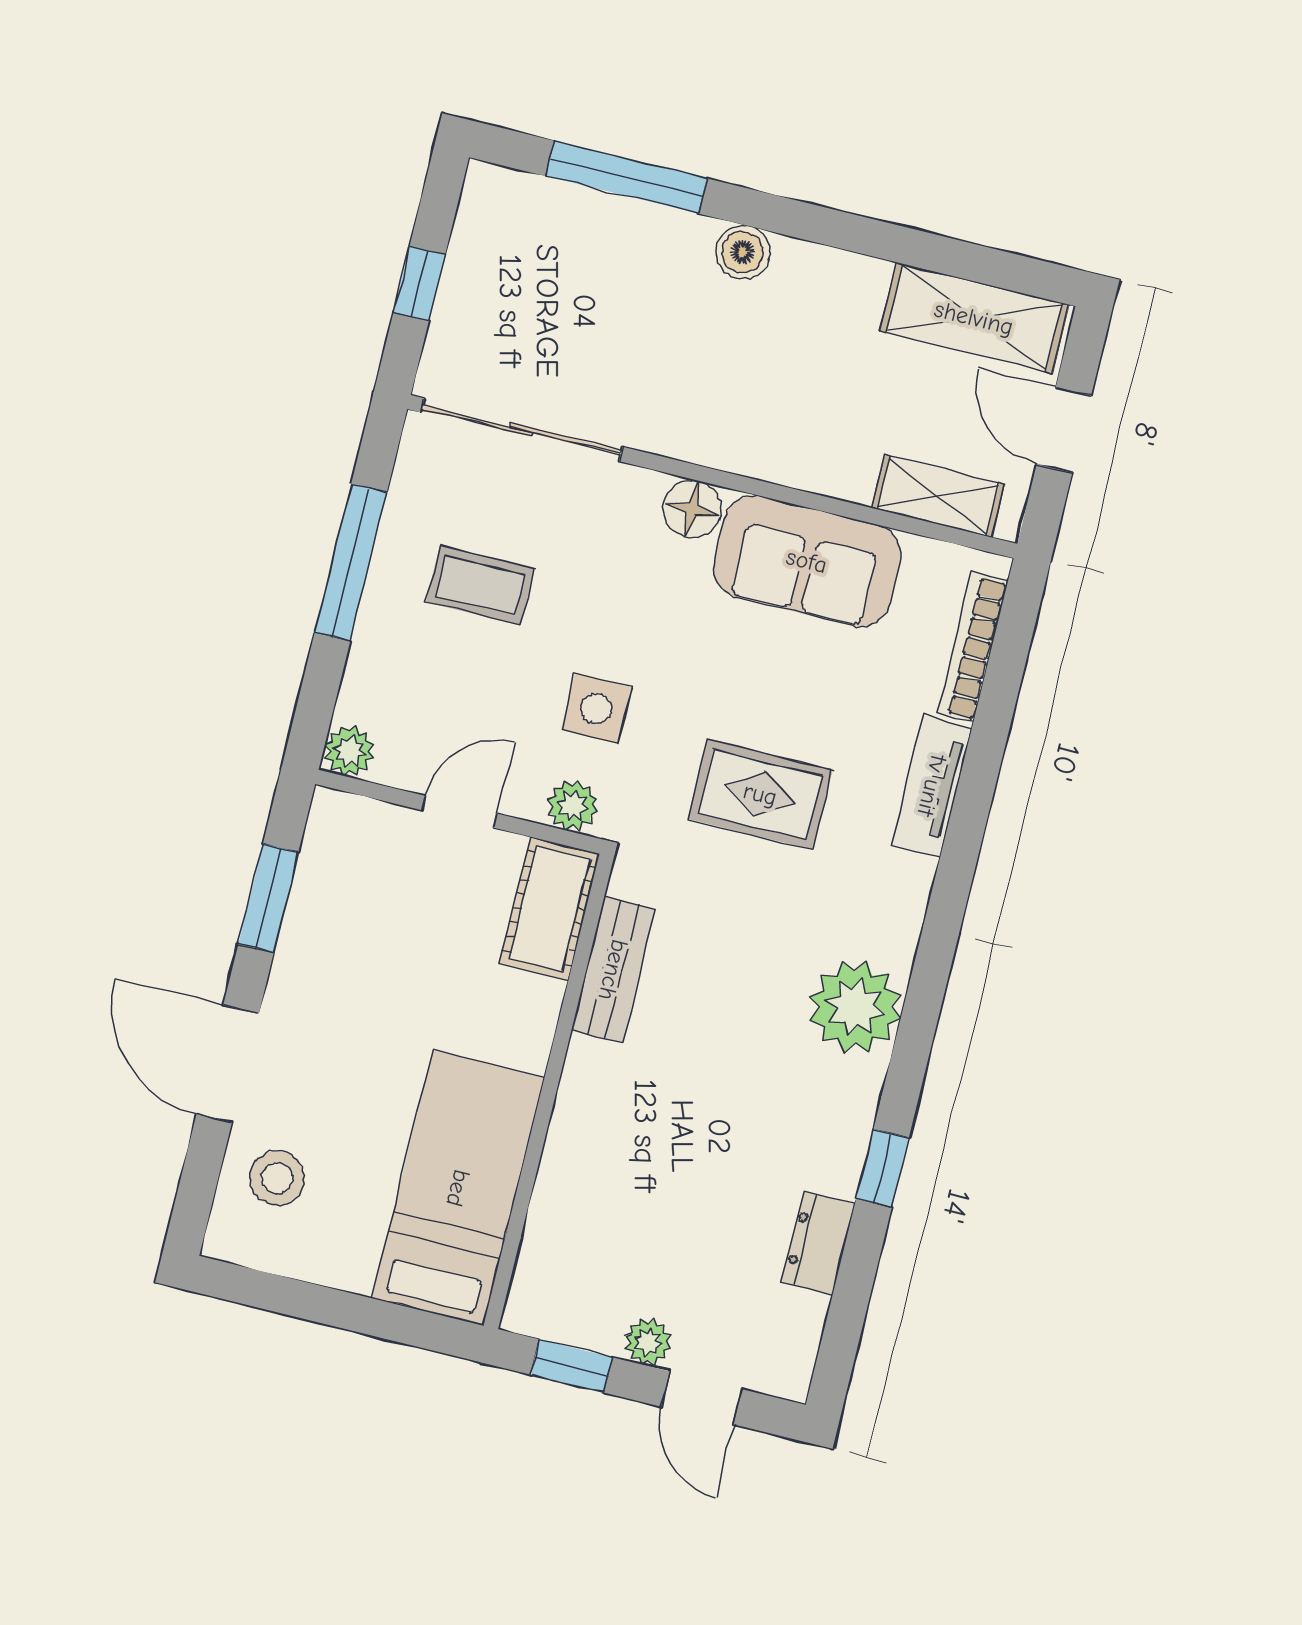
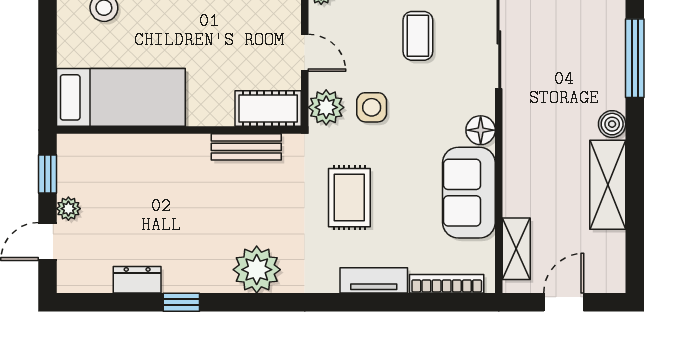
shelving: (974, 318) -> (608, 185), moved
plant: (573, 806) -> (326, 107), width x1.38, depth x1.38

